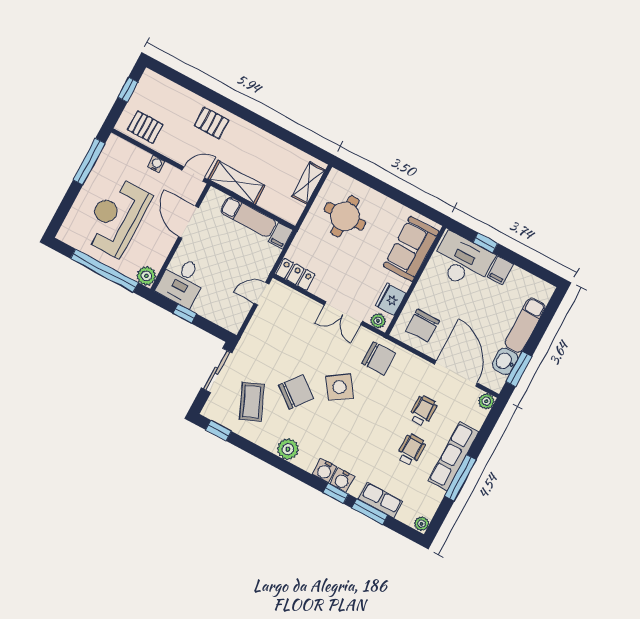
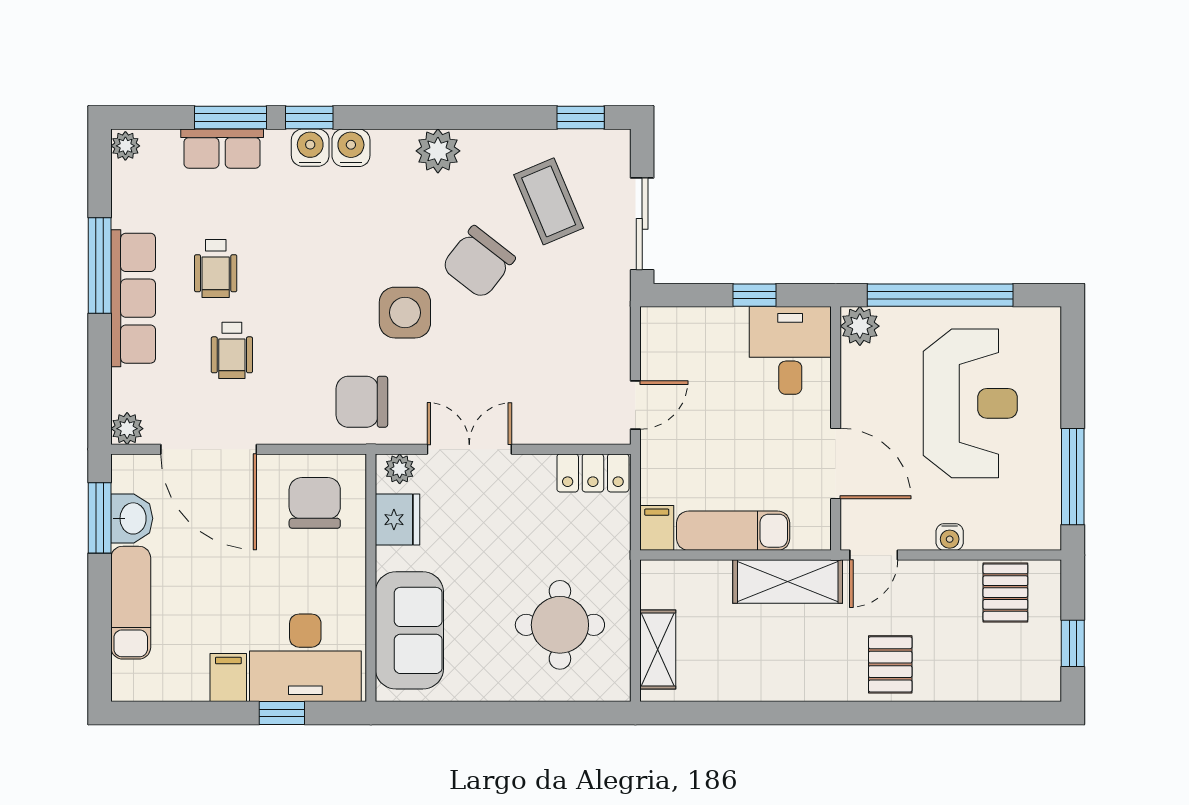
pallet: (211, 123) -> (890, 664), turned 90
pallet: (145, 127) -> (1005, 593), turned 90
side table: (339, 387) -> (405, 313), turned 34

